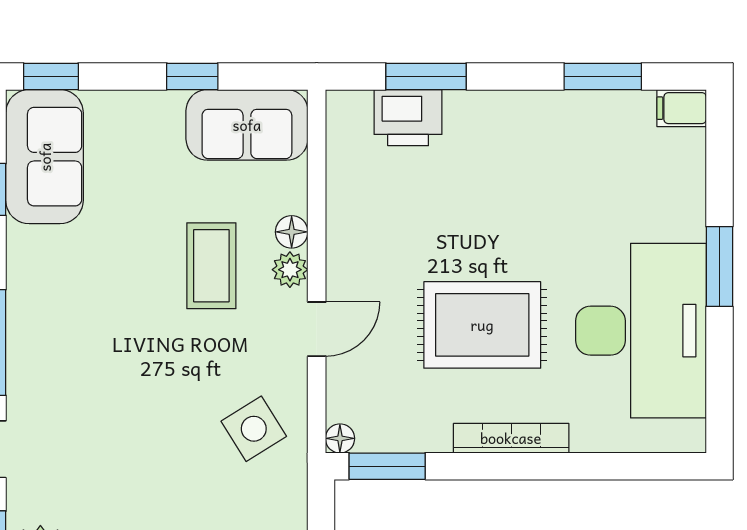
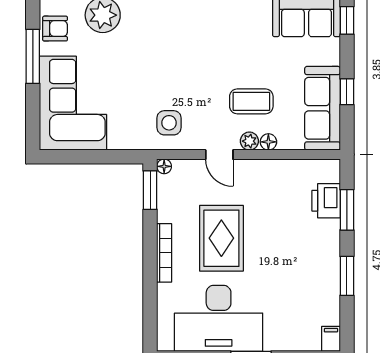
window: (603, 76) -> (347, 276), moved
sofa: (247, 125) -> (323, 108), width x1.36
side table: (254, 429) -> (169, 123), turned 32

